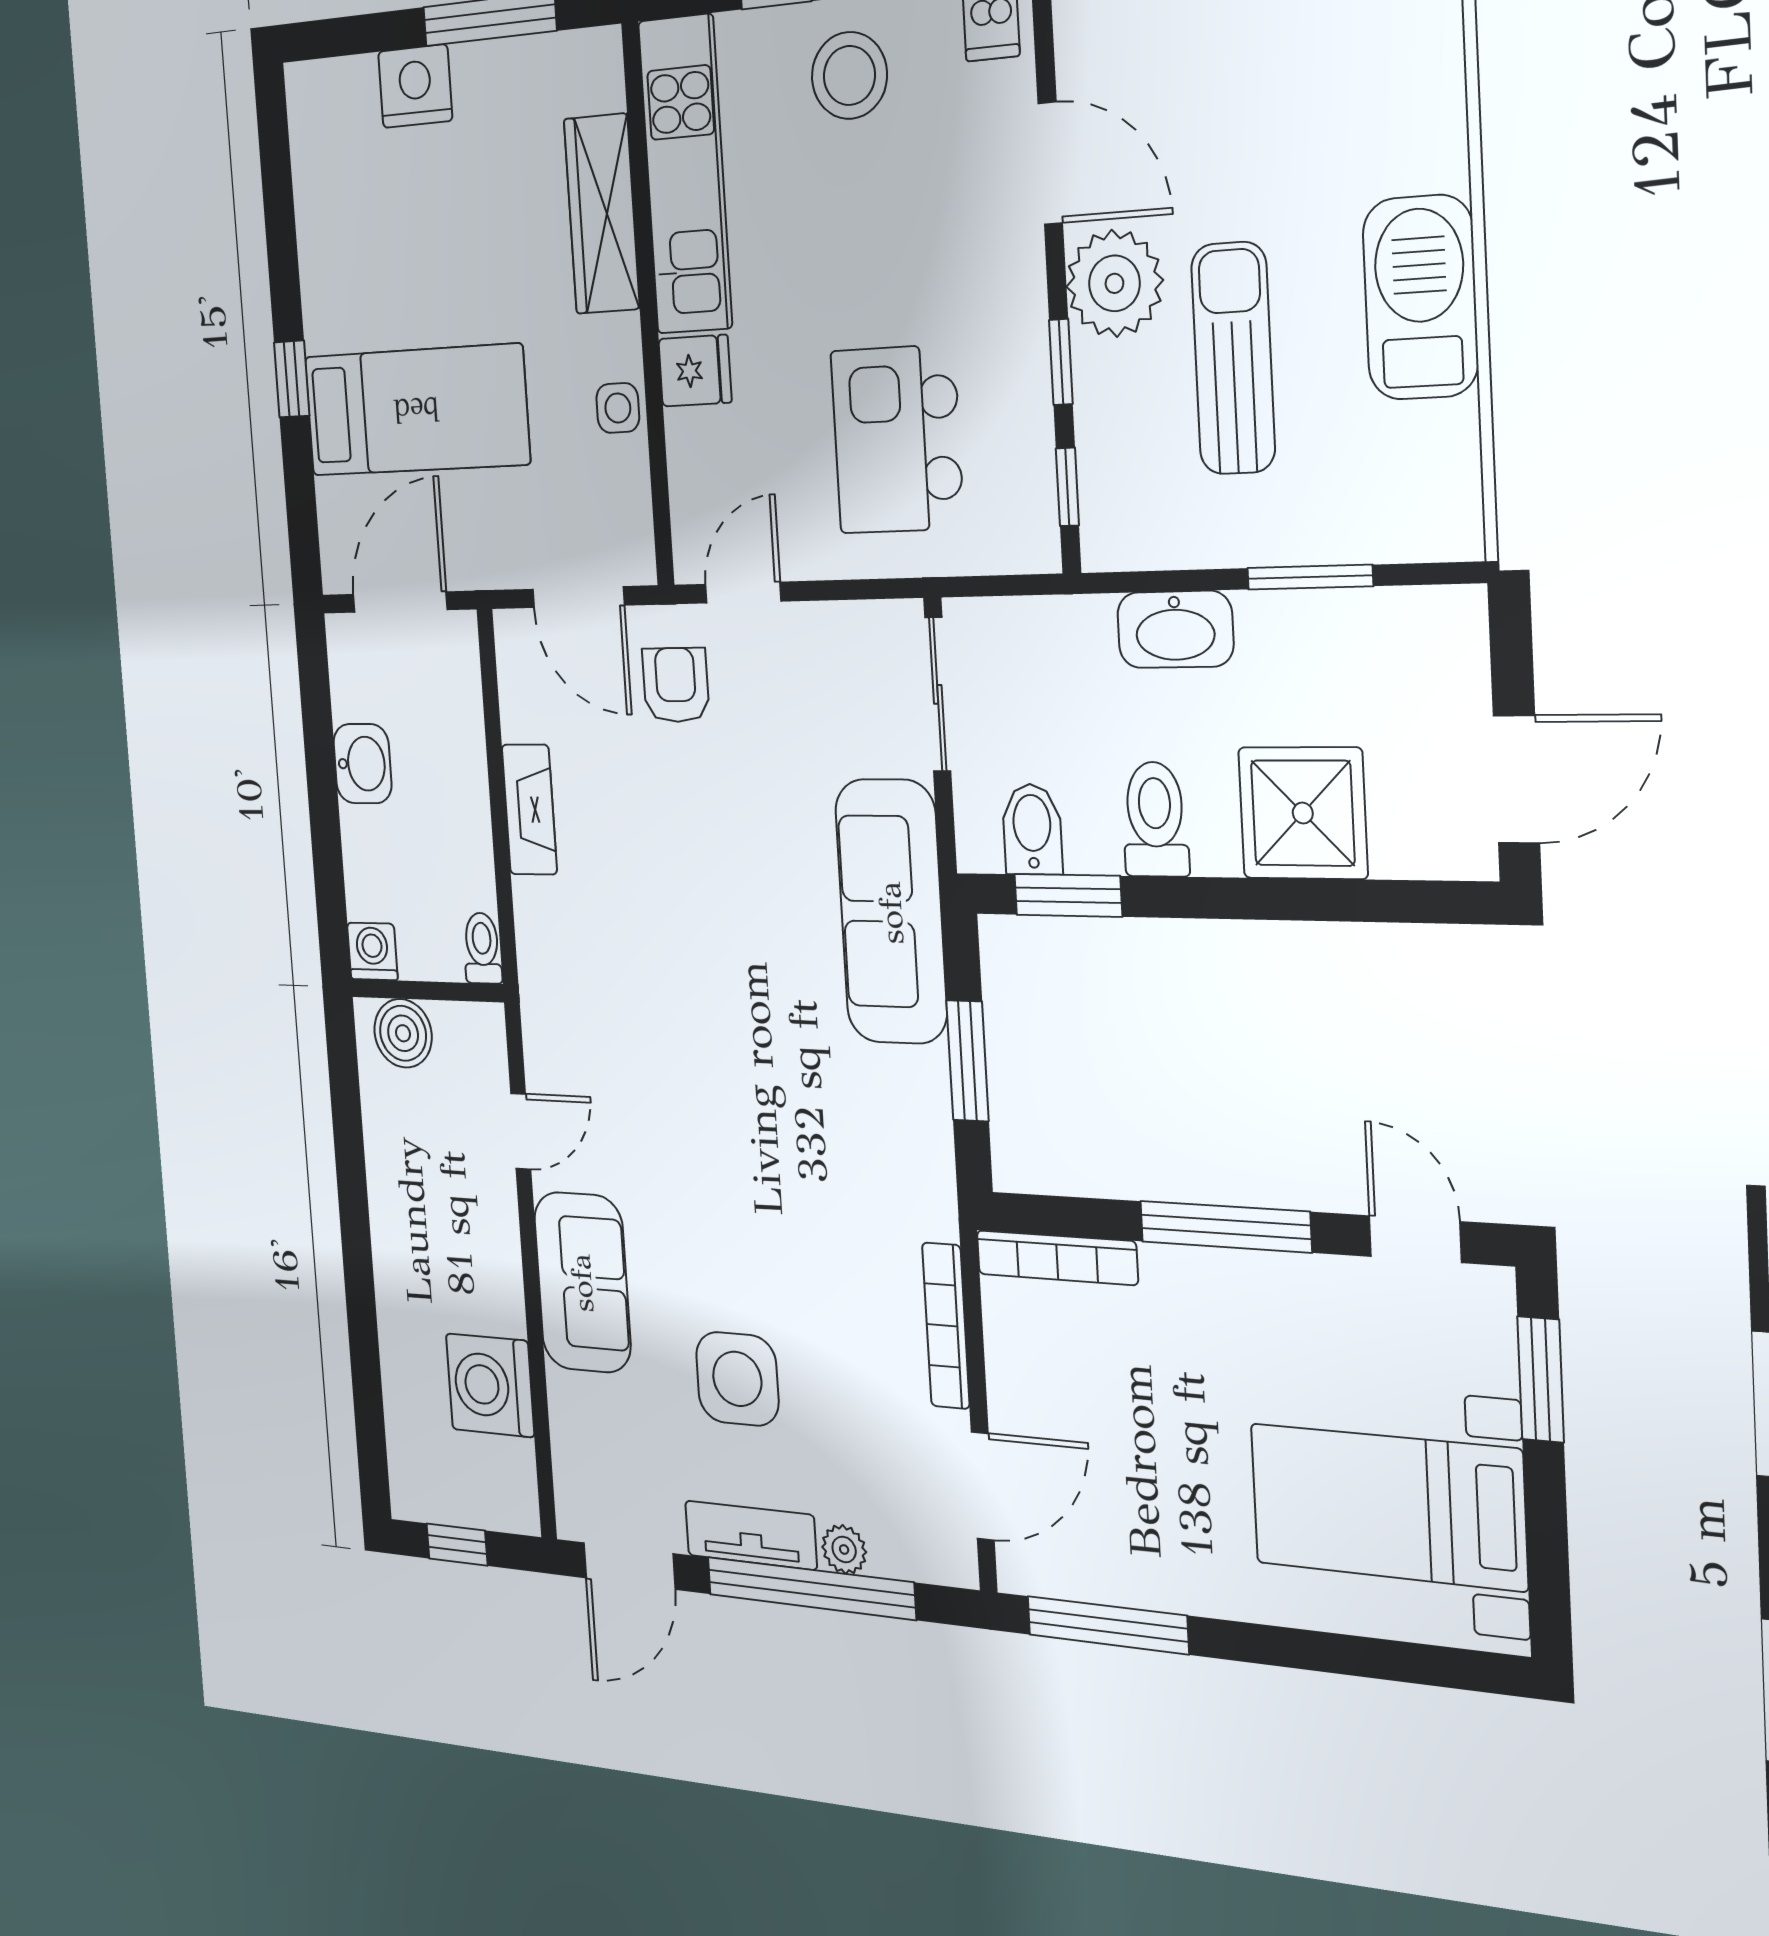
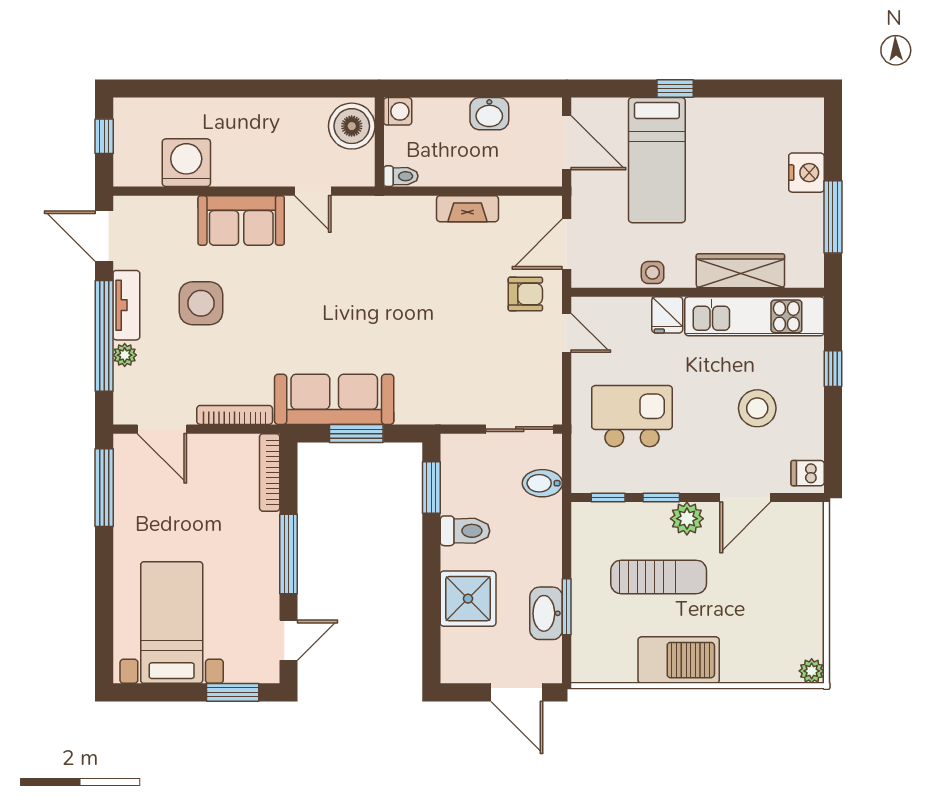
stool: (849, 75) -> (757, 408), moved
plant: (1114, 283) -> (687, 519), width x0.73, depth x0.73
washbasin: (1175, 629) -> (546, 613), moved
door: (1516, 779) -> (517, 692), moved
bidet: (1032, 829) -> (542, 483), moved, turned 180
sofa: (891, 912) -> (334, 399), moved
boiler: (403, 1033) -> (352, 126), width x1.37, depth x1.37

